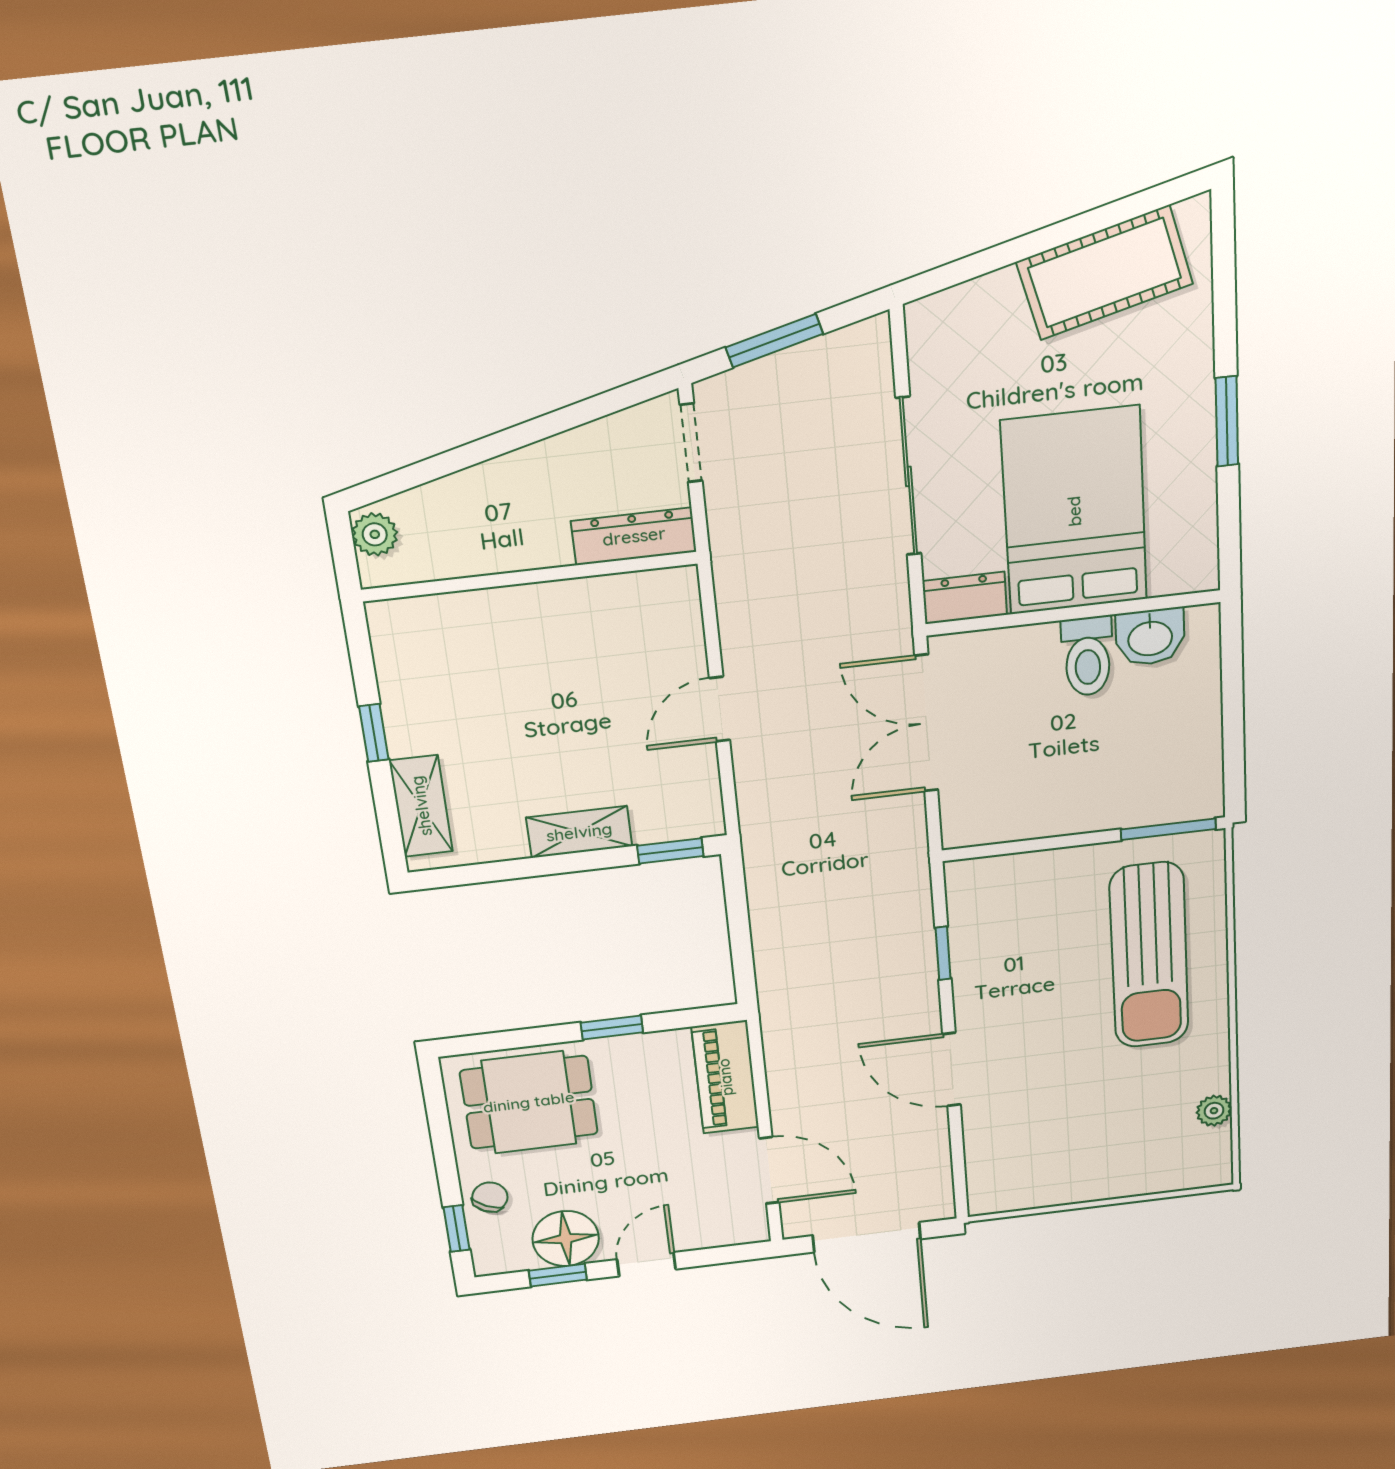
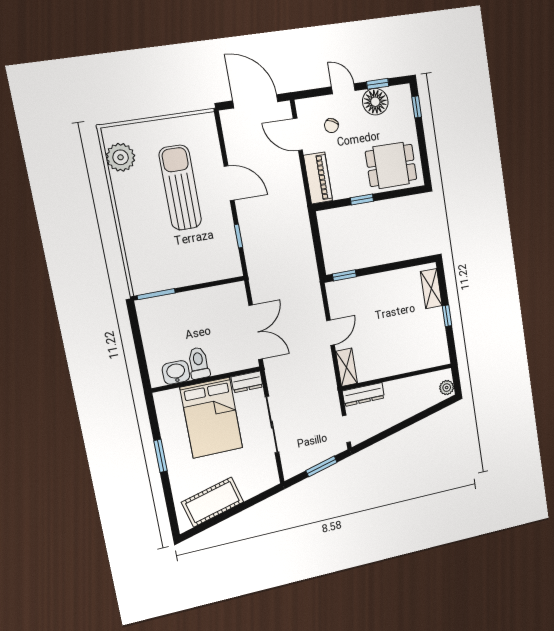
shelving: (579, 832) -> (347, 367), moved, turned 90
sun lounger: (1149, 955) -> (180, 188), moved
plant: (1214, 1111) -> (121, 157), width x1.88, depth x1.88
chair: (490, 1197) -> (331, 126), moved
door: (646, 1264) -> (343, 89), swing flipped

